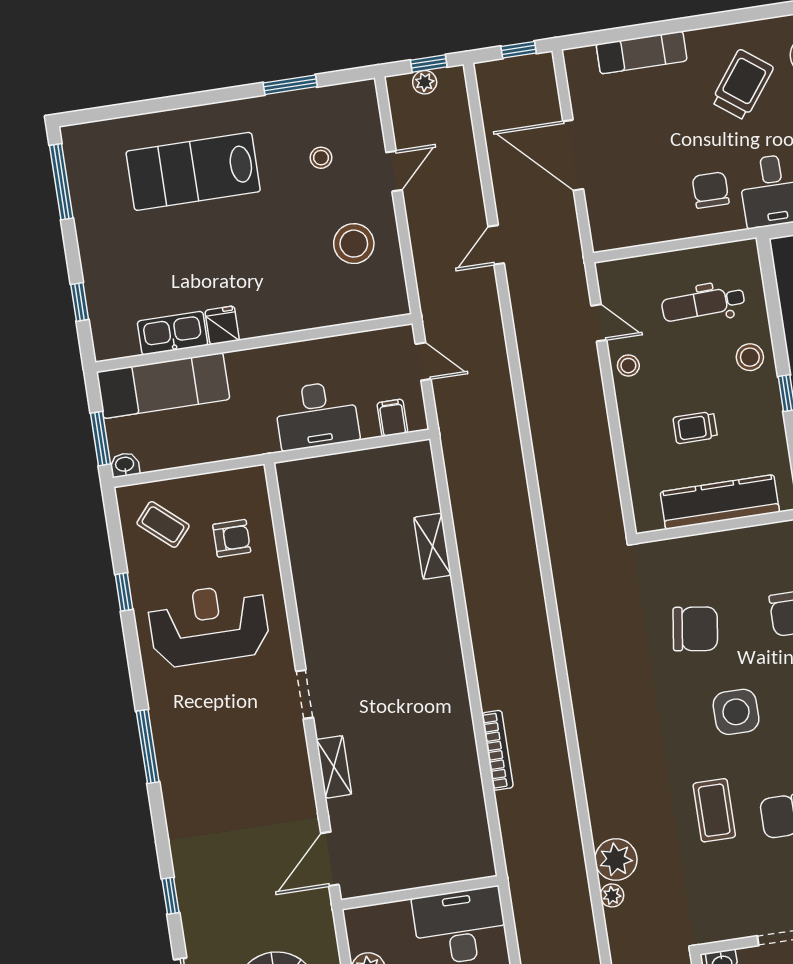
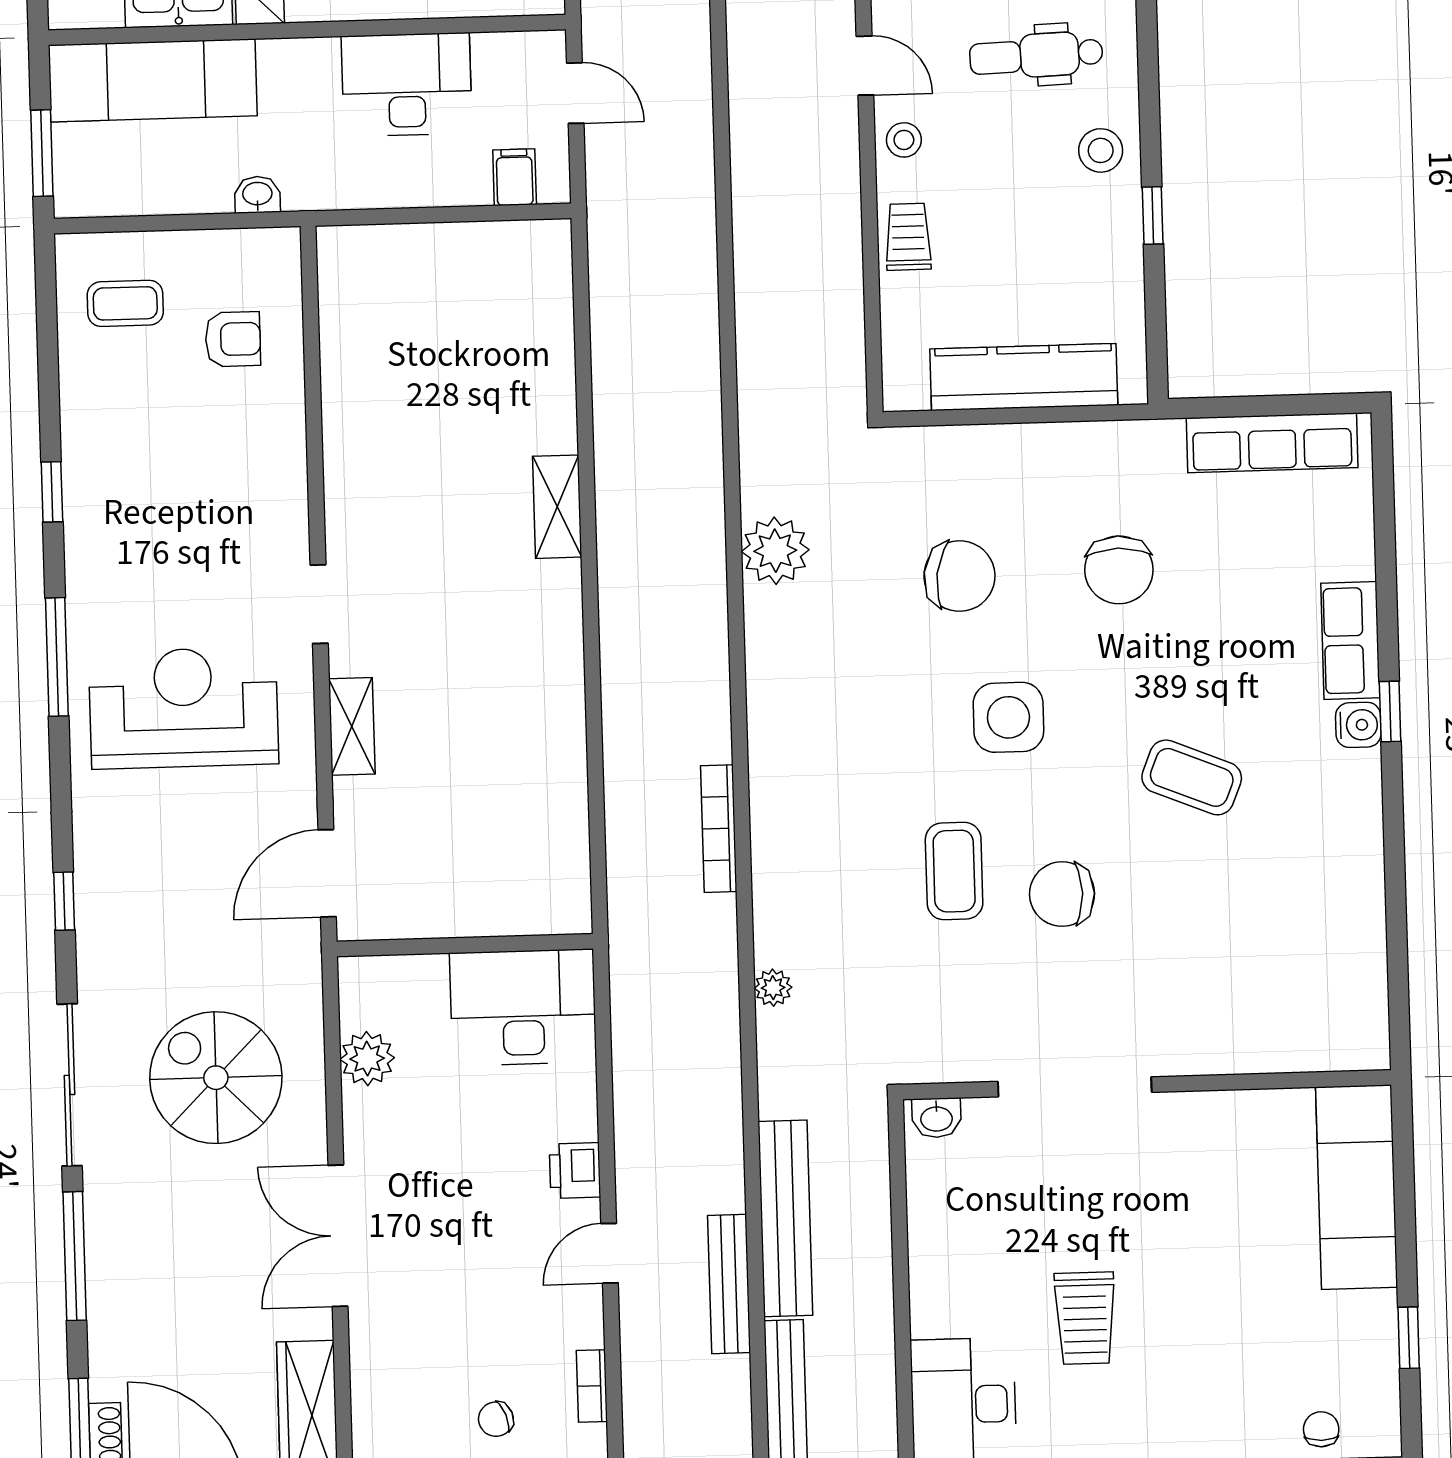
desk: (317, 415) -> (407, 85), moved, turned 180
trolley: (695, 428) -> (908, 237), moved, turned 90
washbasin: (125, 465) -> (257, 195), moved
coffee table: (163, 524) -> (125, 303), turned -41
shelving: (432, 546) -> (557, 507), moved
window: (124, 592) -> (52, 492), moved
reception desk: (209, 625) -> (184, 708), moved
bookcase: (497, 750) -> (719, 829), moved, turned 180
plant: (616, 860) -> (775, 551), moved

